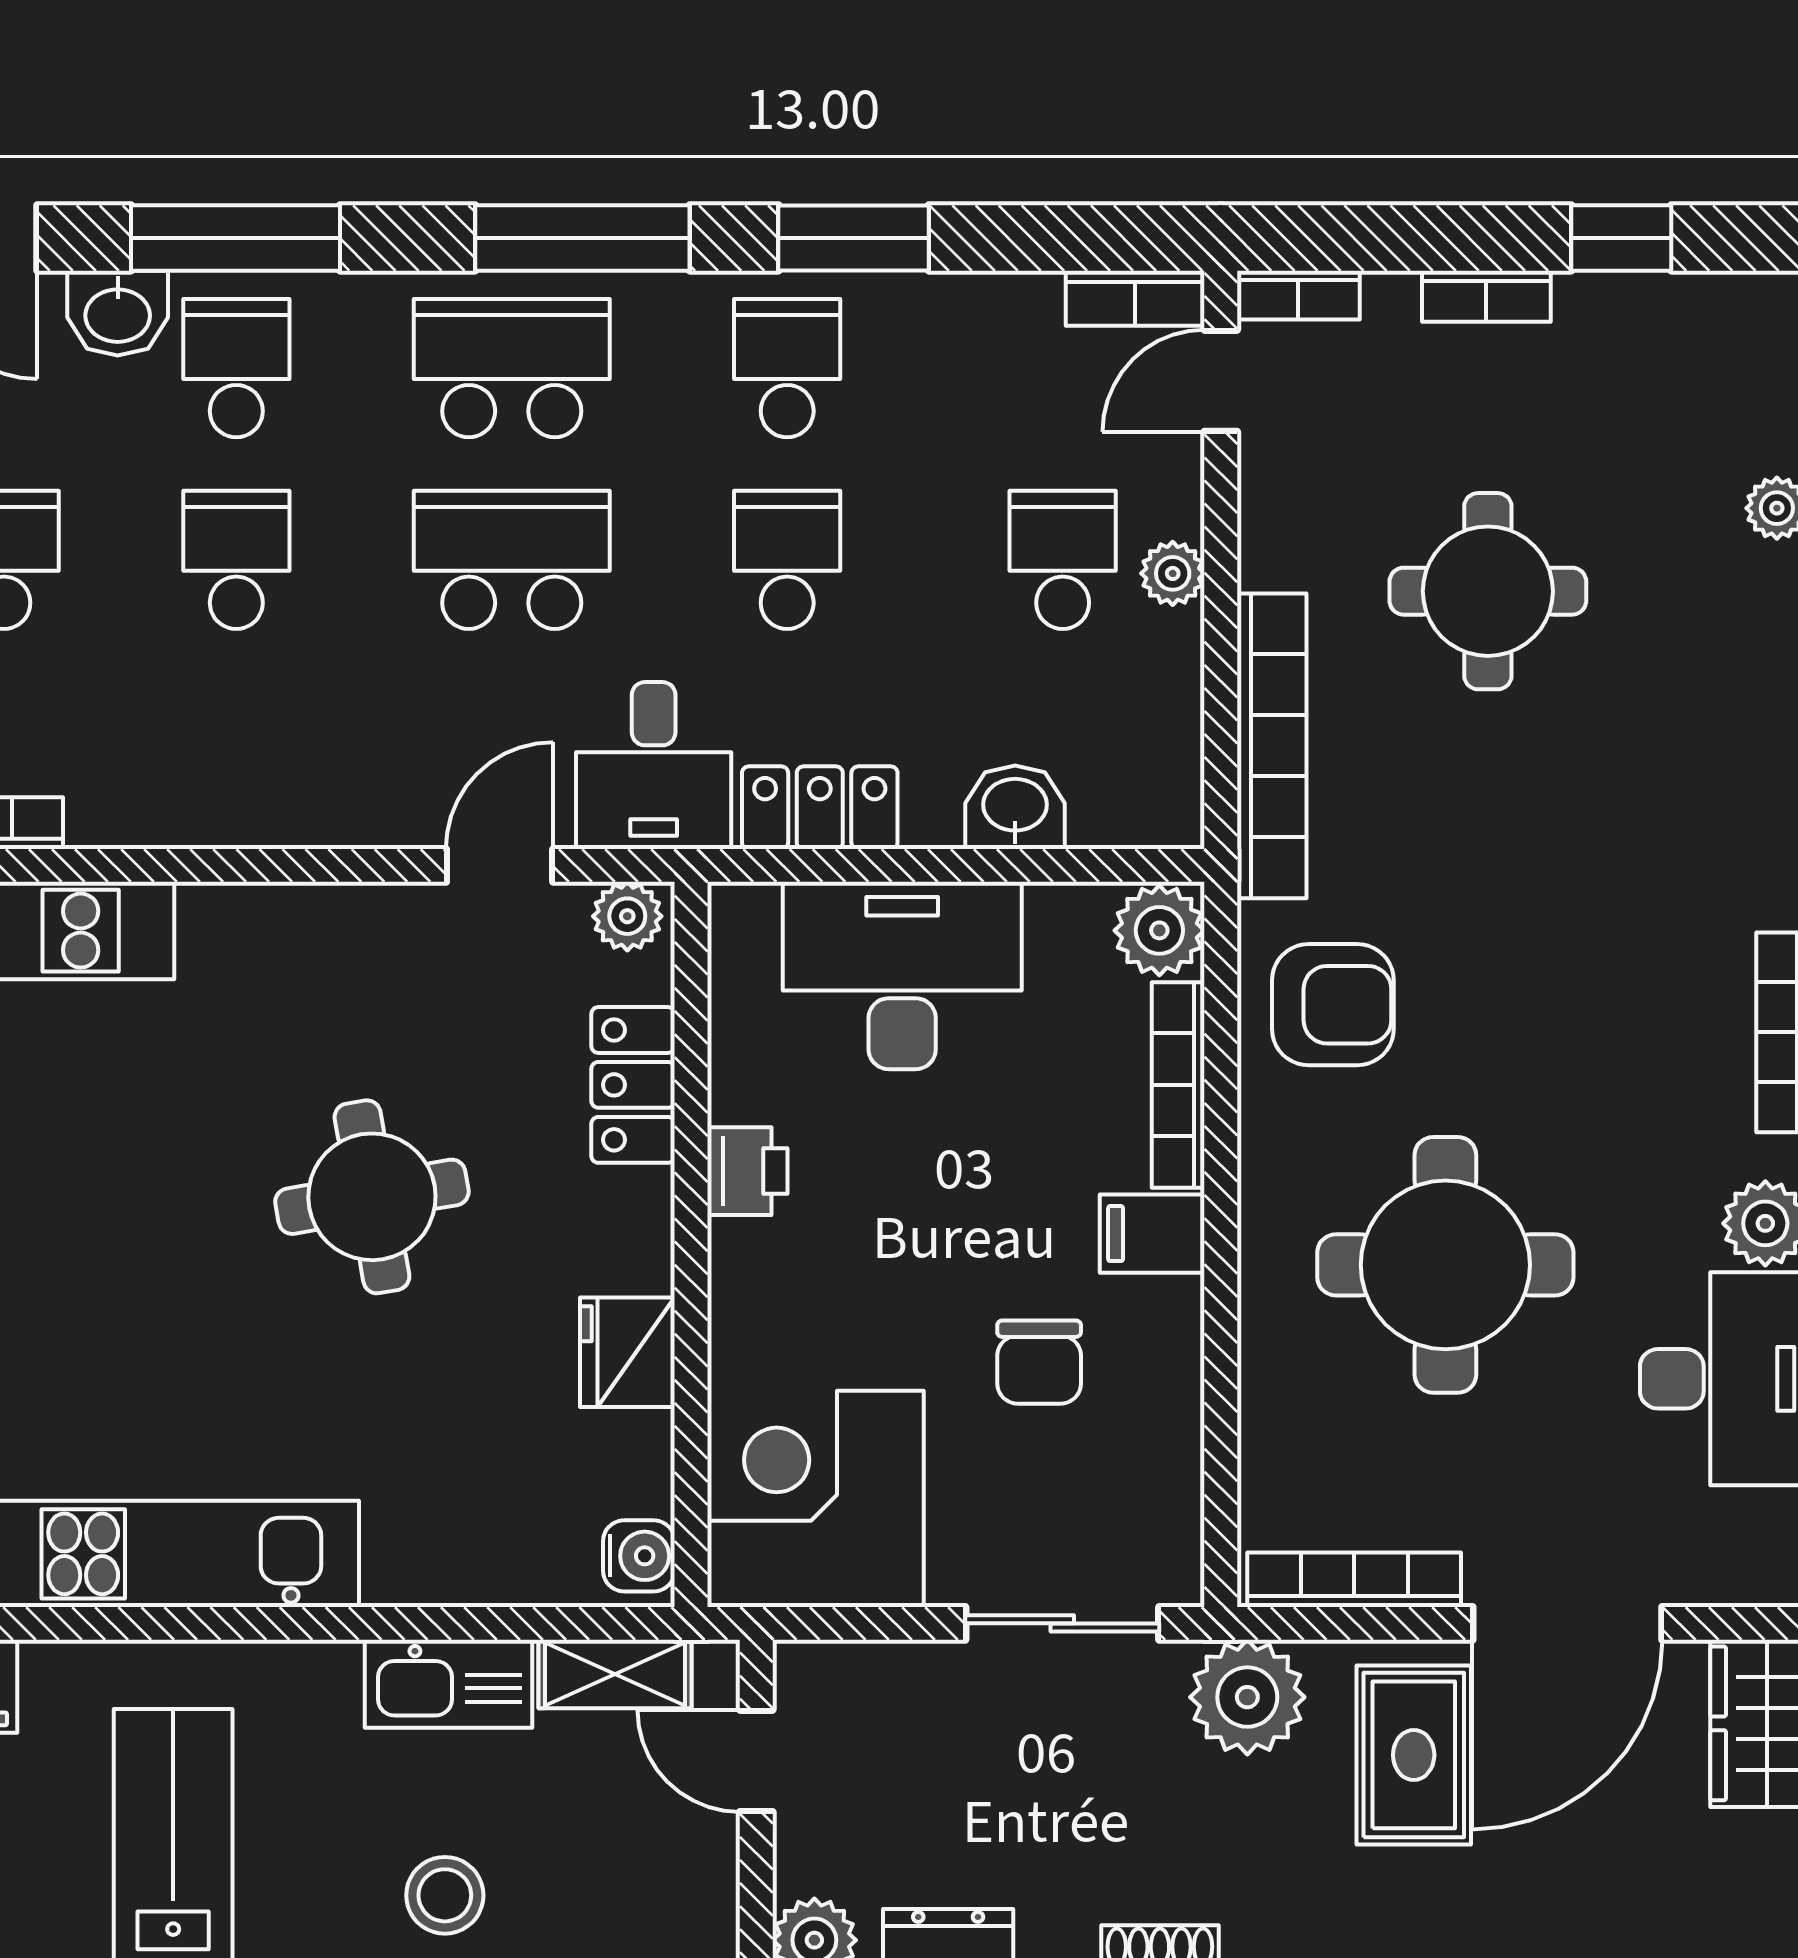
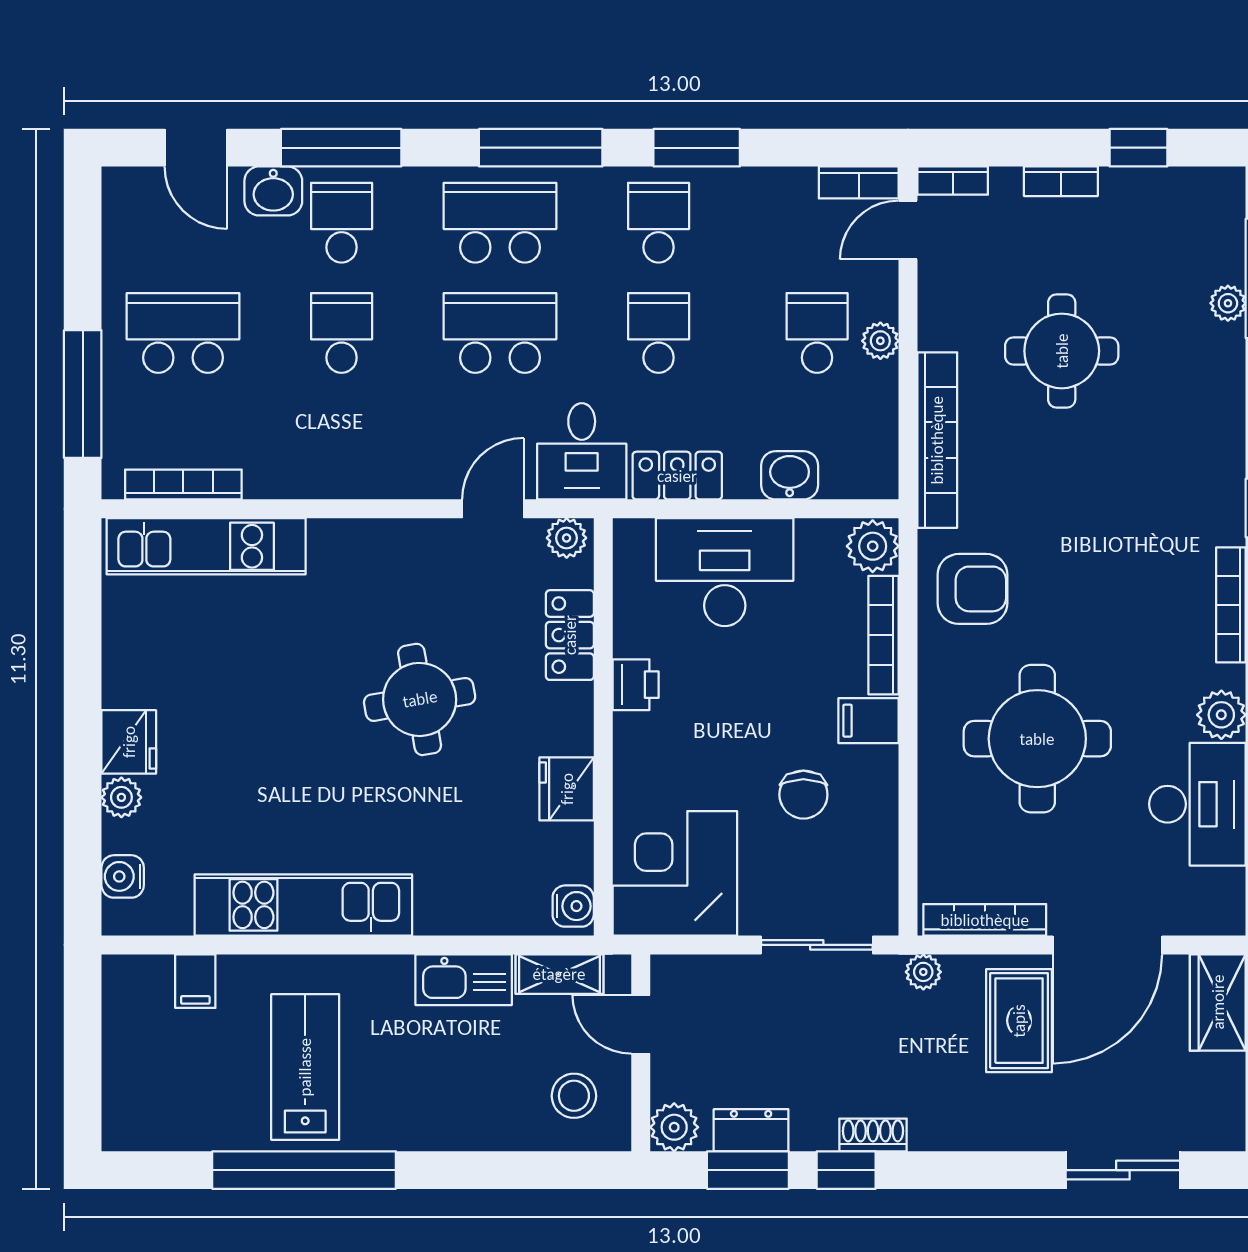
plant: (1247, 1697) -> (923, 972), width x0.53, depth x0.53
stool: (445, 1895) -> (574, 1096), moved

